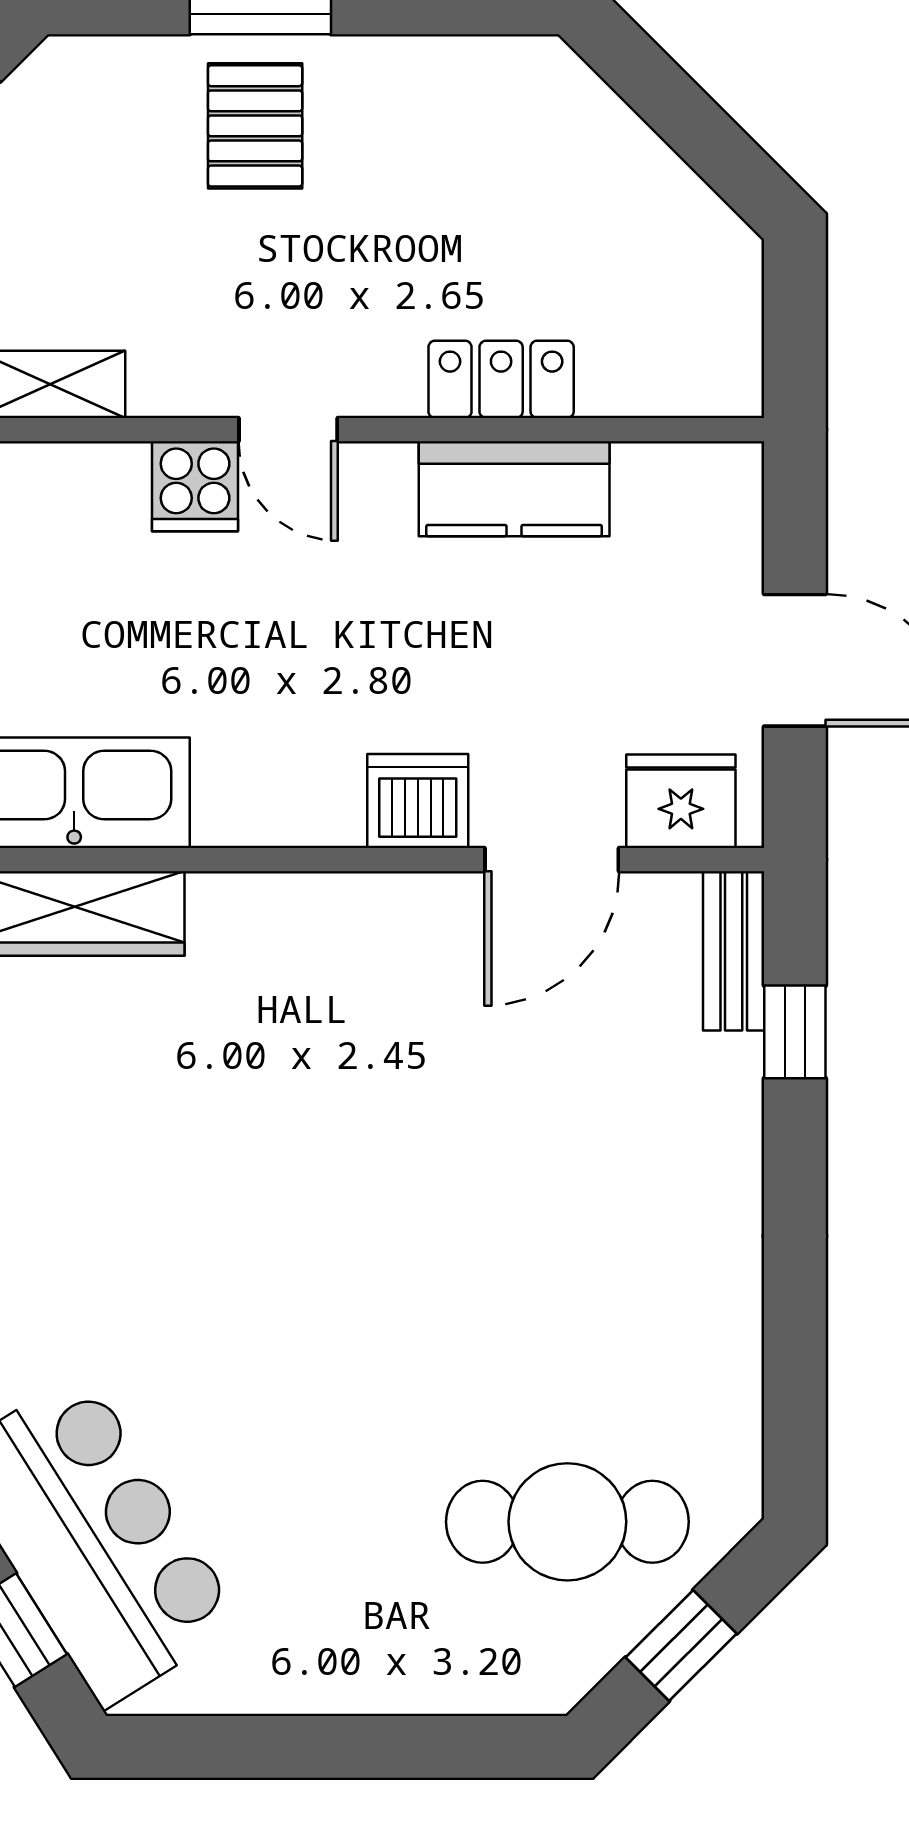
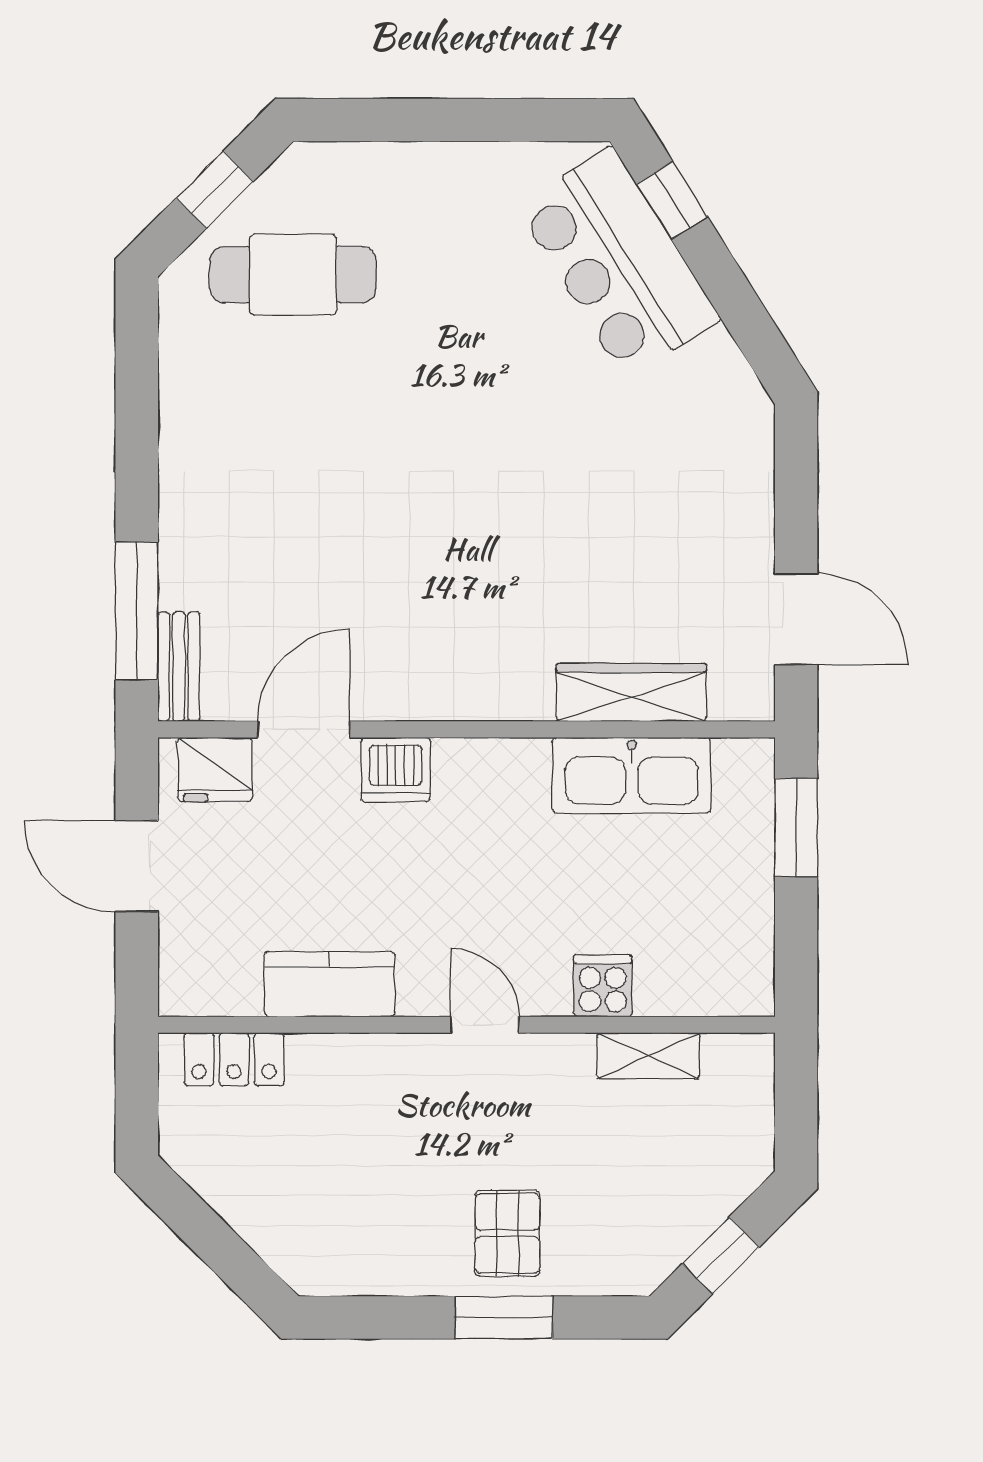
locker: (501, 379) -> (234, 1059), moved
cooker: (195, 486) -> (603, 986), moved
window: (795, 1032) -> (137, 611), width x2.17

